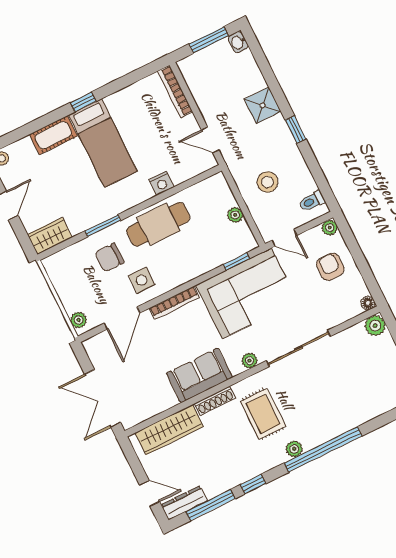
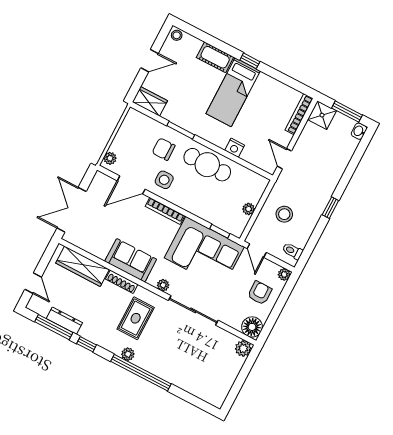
shower: (263, 105) -> (322, 115), moved
floor lamp: (368, 303) -> (252, 327), width x1.89, depth x1.89
dresser: (184, 503) -> (64, 321), moved

